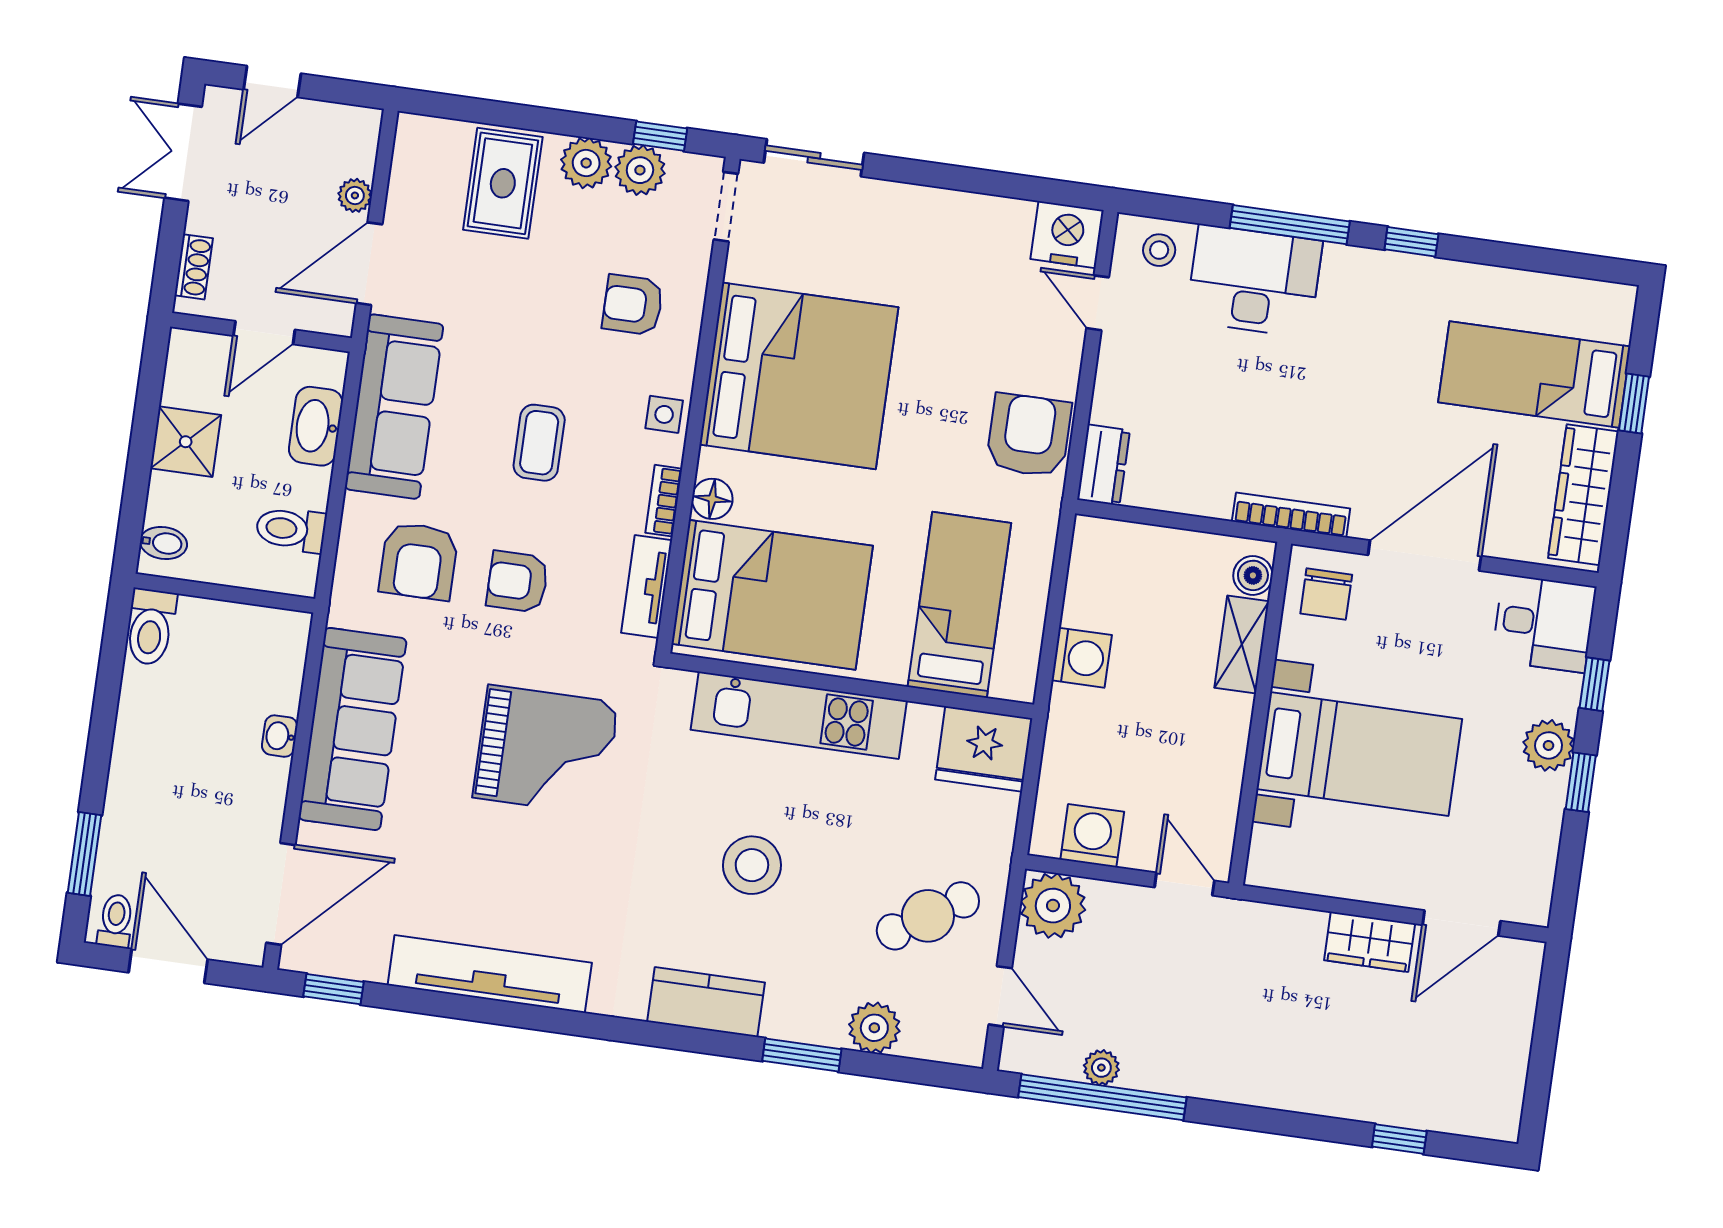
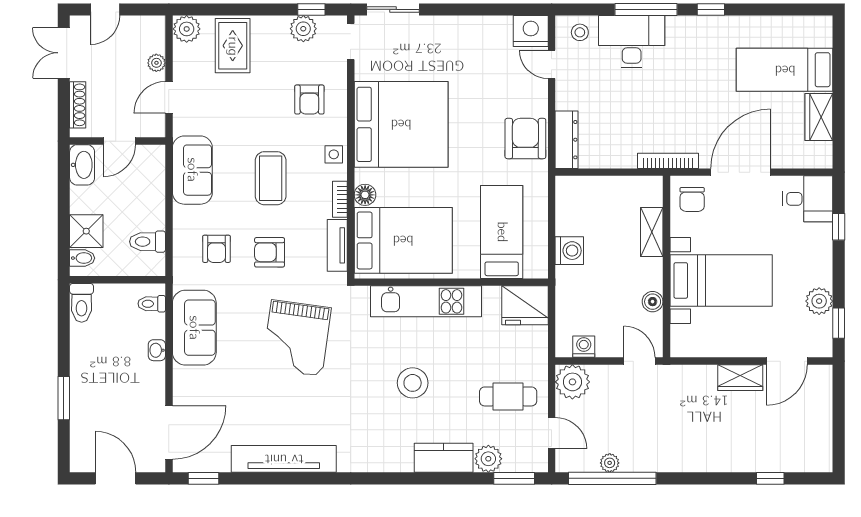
plant: (586, 163) -> (187, 29), moved
door: (369, 264) -> (169, 97), width x0.73
shoe rack: (194, 267) -> (78, 105), width x1.43
armchair: (633, 305) -> (309, 100), turned -90
window: (1634, 403) -> (839, 78), removed
sofa: (394, 407) -> (192, 170), width x0.73
washbasin: (316, 426) -> (82, 165), moved, turned 180
shower: (186, 442) -> (86, 231), moved
coffee table: (539, 443) -> (271, 178), width x1.36, depth x1.30
dresser: (1103, 465) -> (567, 140), width x1.44
wardrobe: (1583, 495) -> (819, 117), width x0.67
armchair: (419, 561) -> (216, 249), width x0.72, depth x0.72
boiler: (1253, 575) -> (653, 302), moved
sofa: (352, 729) -> (194, 328), width x0.73
plant: (1549, 745) -> (819, 301), moved
grand piano: (546, 750) -> (297, 338), turned 98
window: (1581, 782) -> (839, 323), moved
washing machine: (1092, 836) -> (584, 347), width x0.73, depth x0.73
window: (84, 854) -> (64, 398), moved
cafe table: (928, 916) -> (508, 396), turned 33
toilet: (116, 921) -> (152, 304), moved, turned -90
kitchen counter: (706, 1002) -> (444, 458), moved
window: (802, 1055) -> (514, 478), moved

